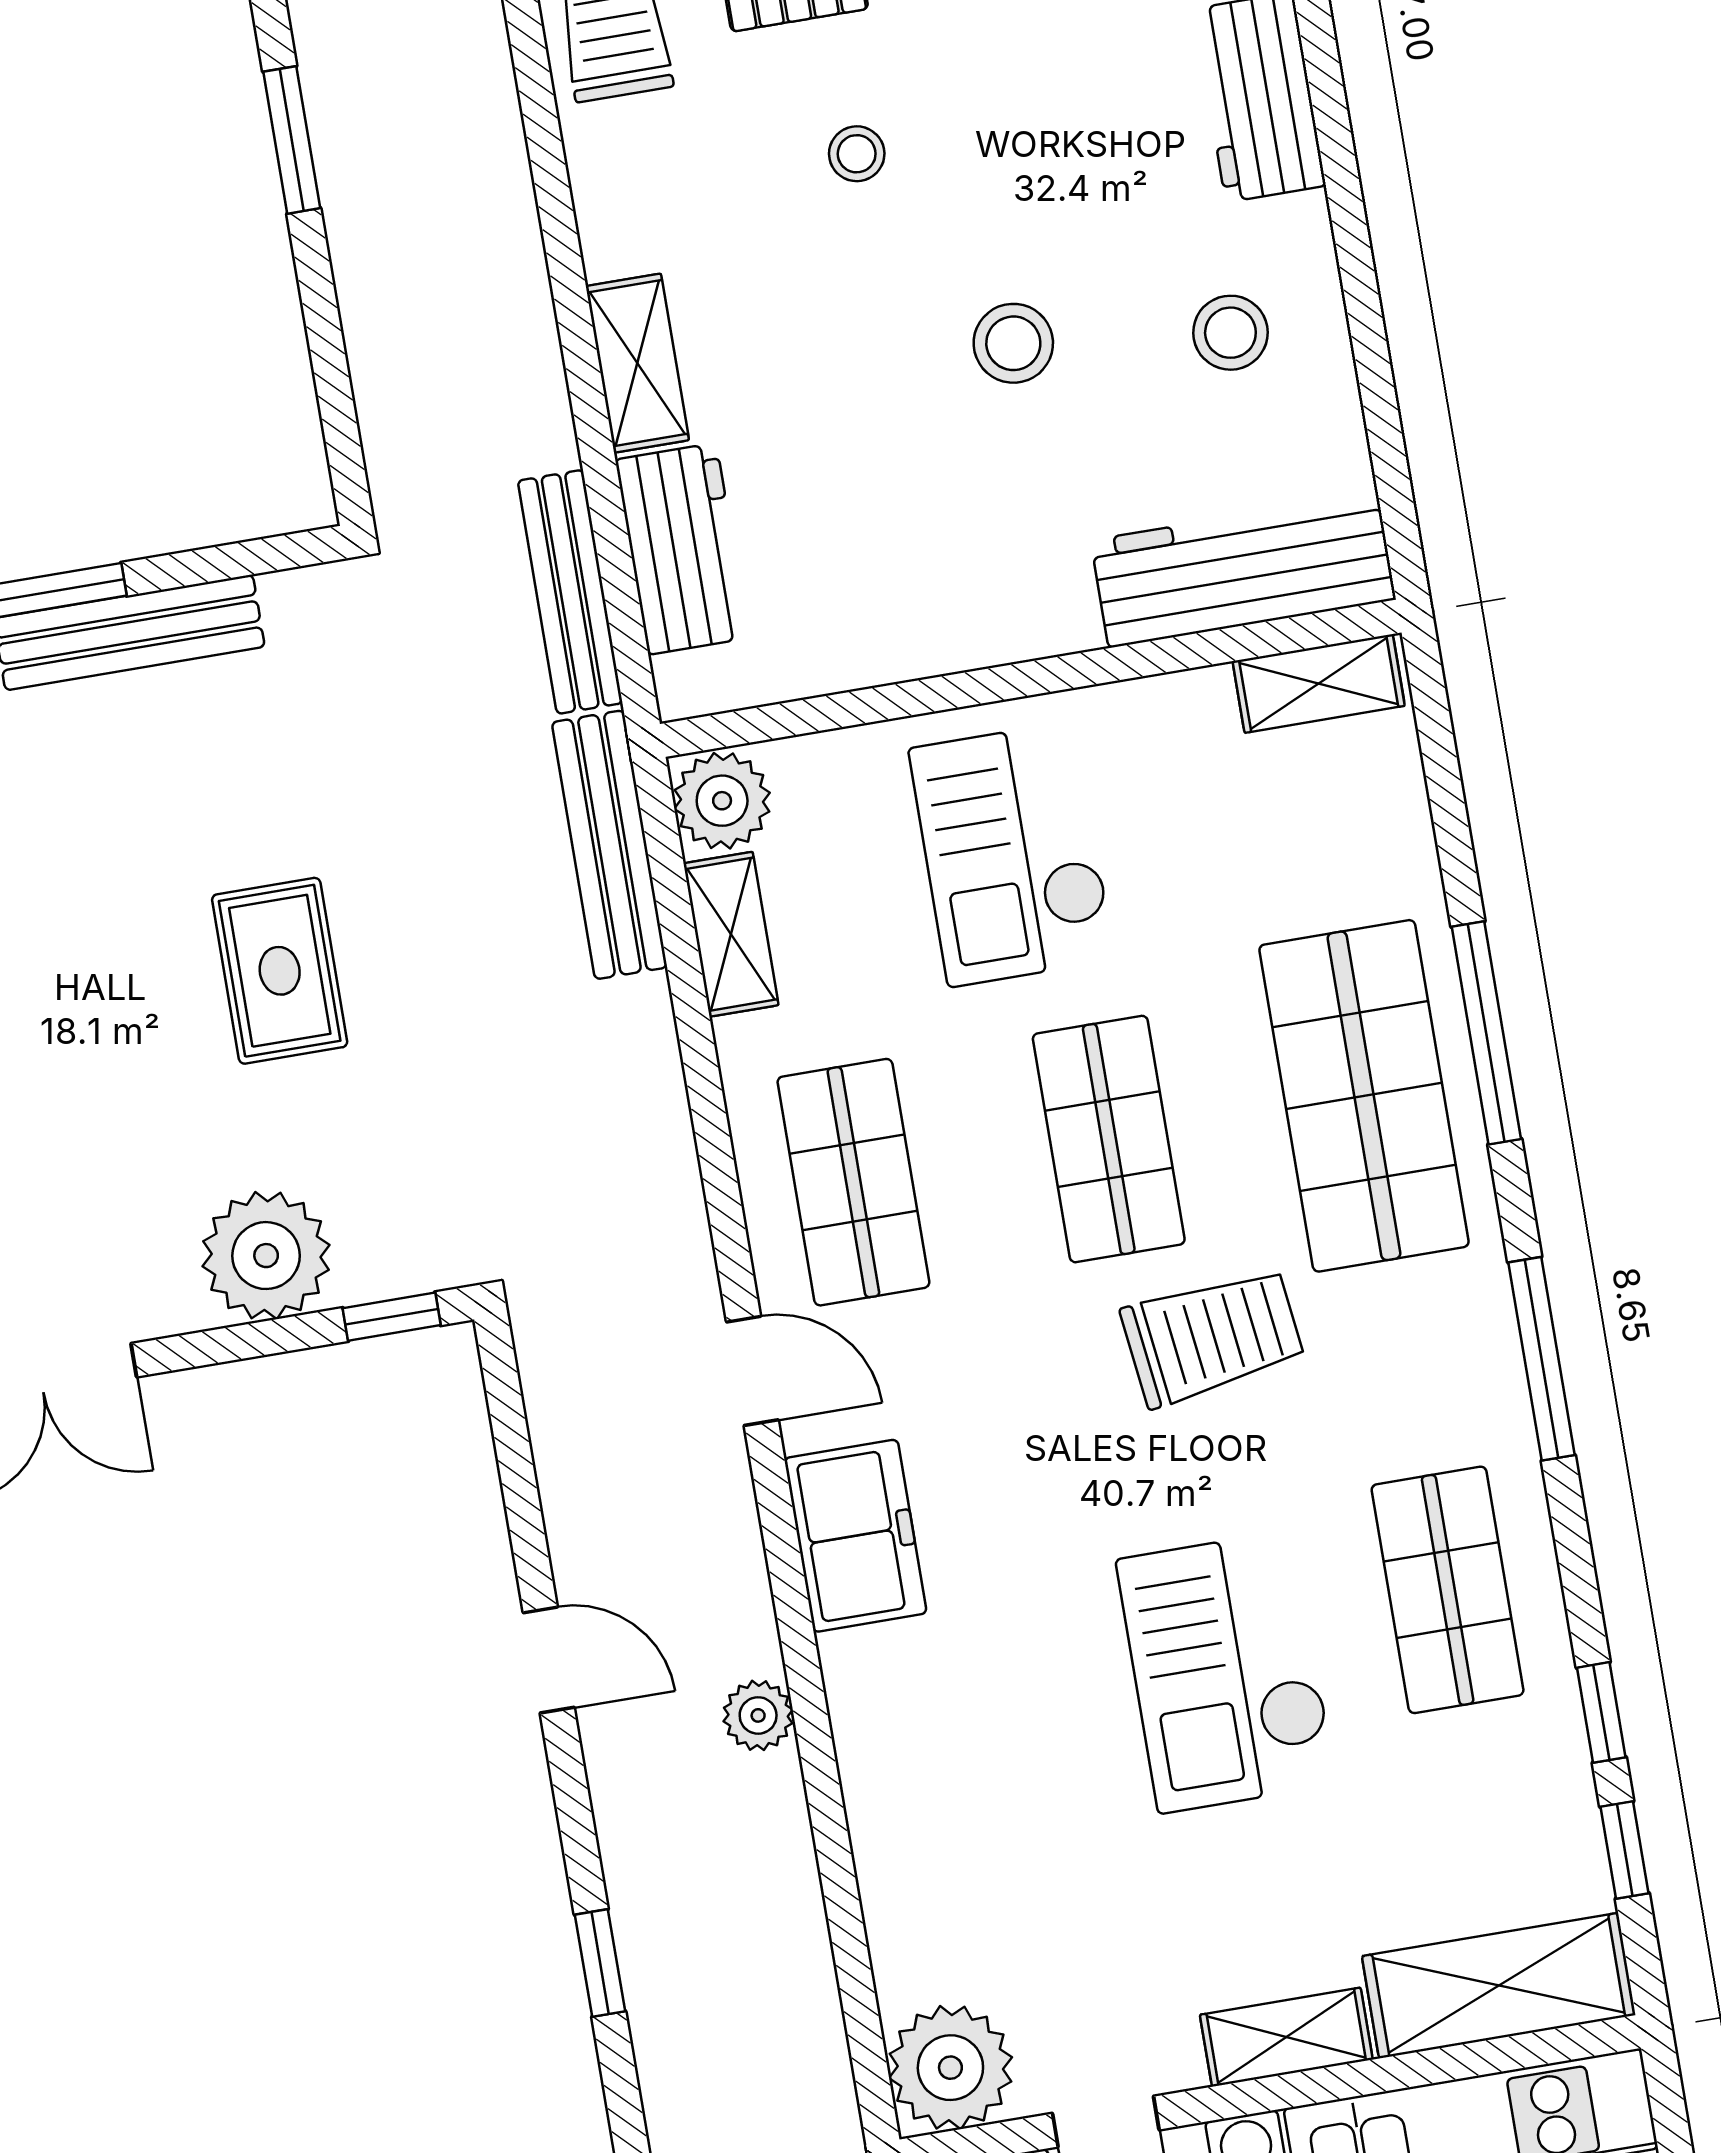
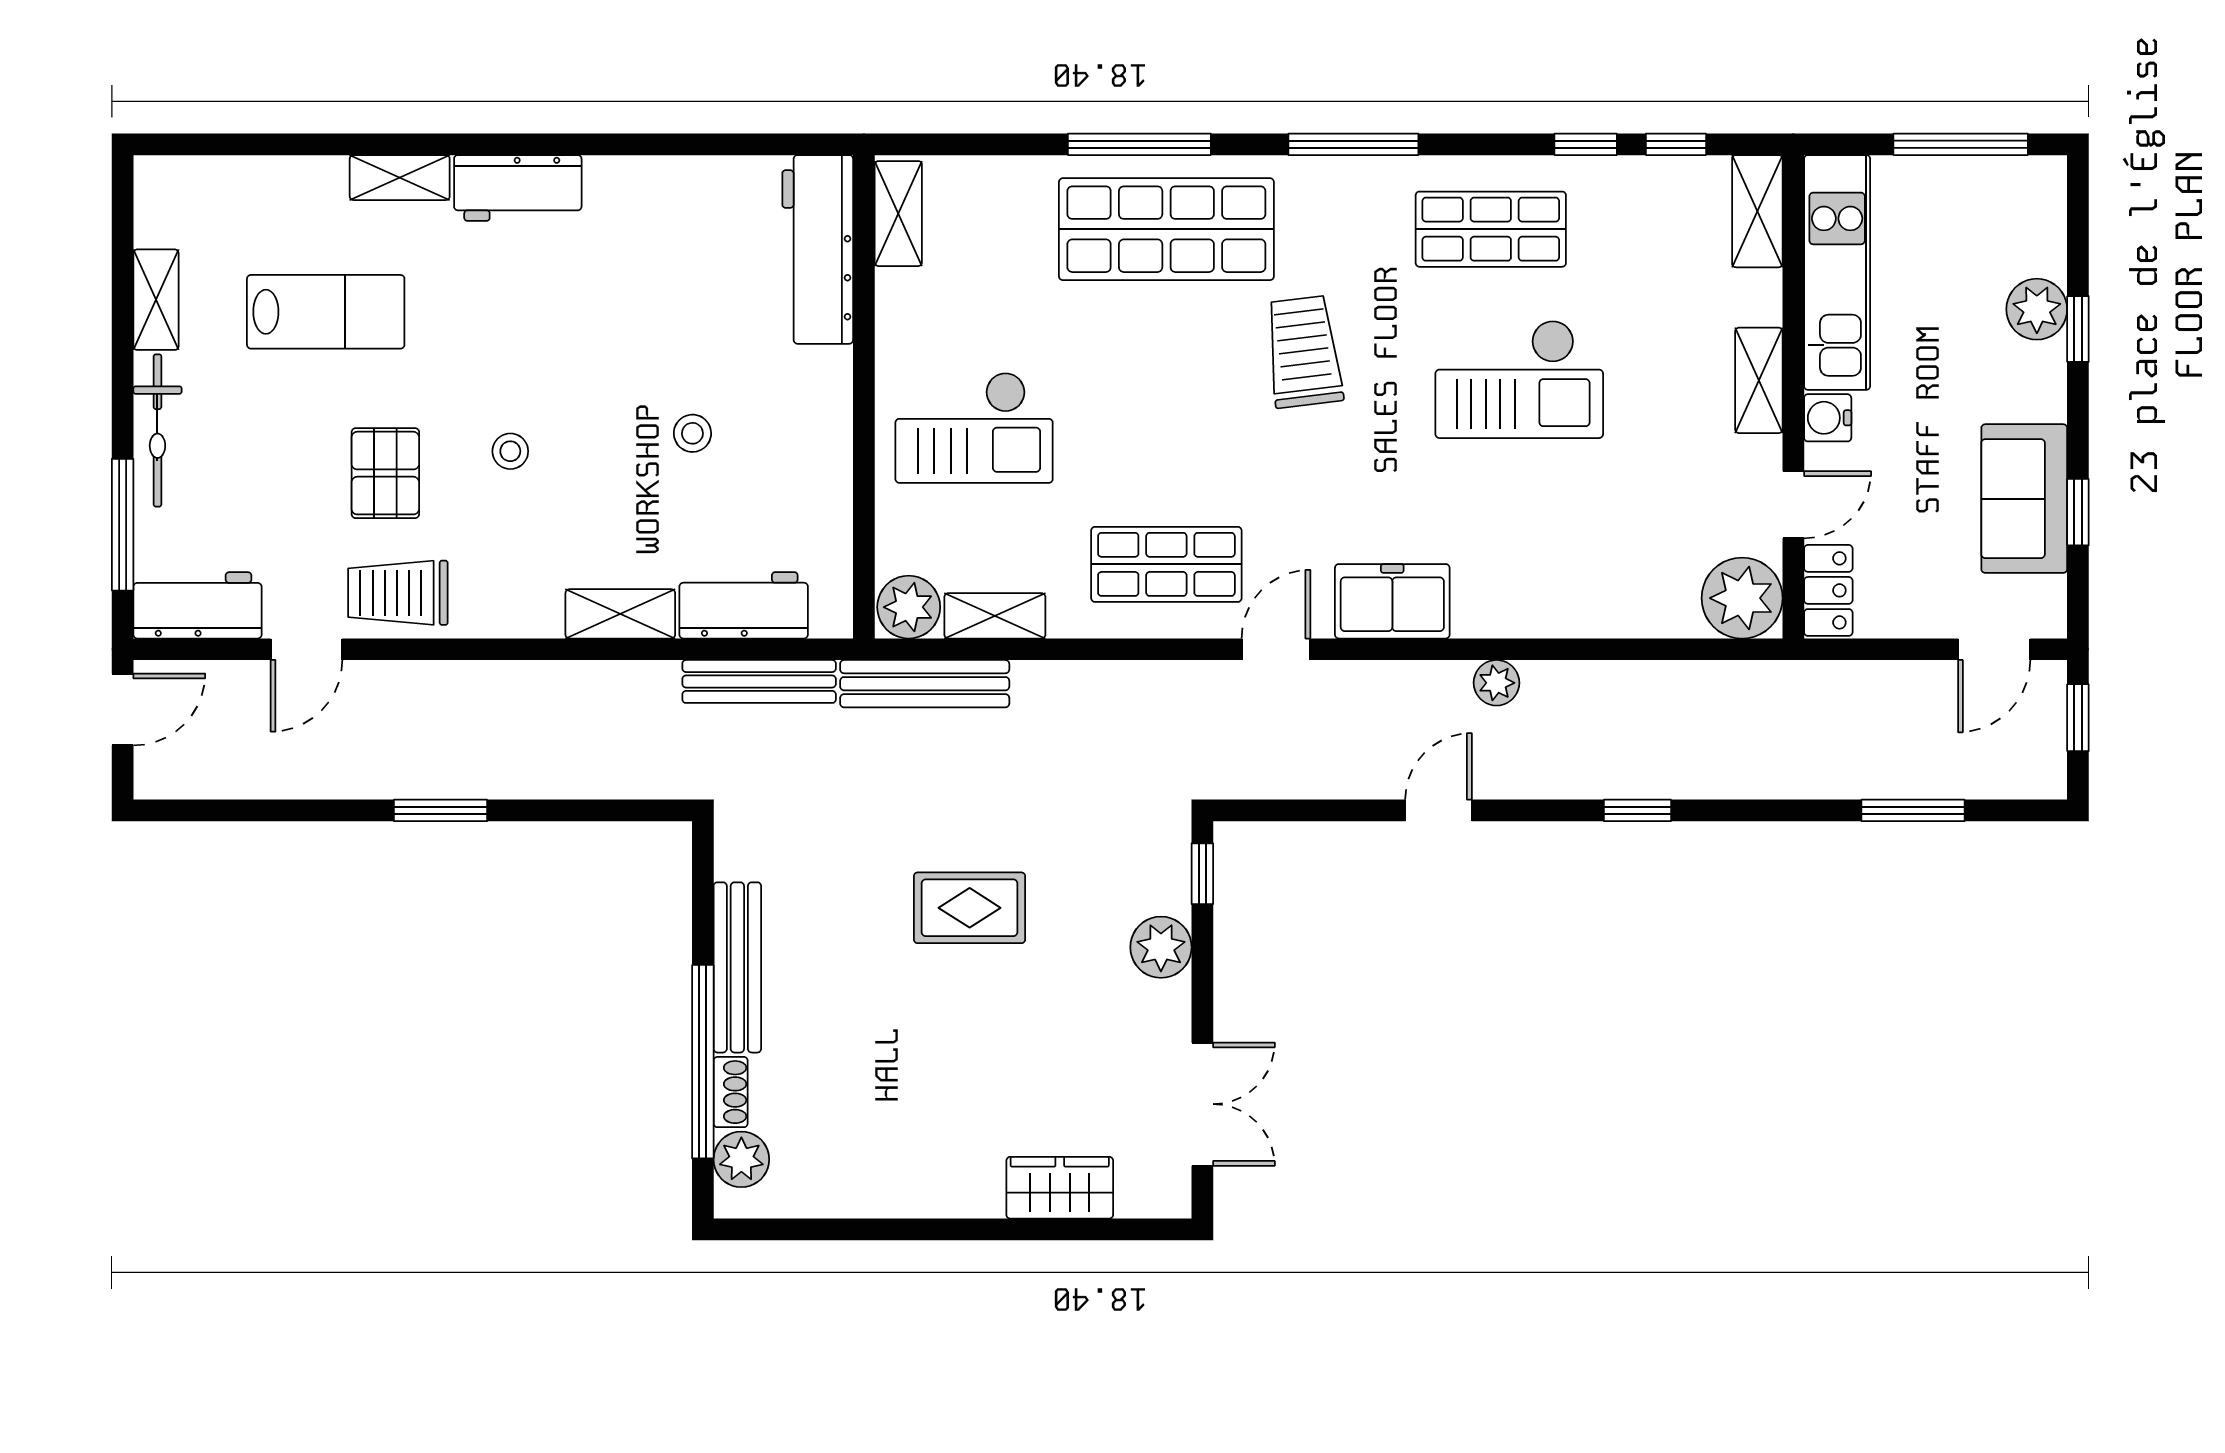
stool: (1230, 333) -> (665, 232), removed
stool: (1013, 343) -> (692, 433), moved, width x0.73, depth x0.73
shop shelf: (1109, 1139) -> (1166, 397), removed
plant: (266, 1256) -> (1161, 947), width x0.73, depth x0.73
shelving: (1499, 1986) -> (1757, 211), width x0.67, depth x0.75

